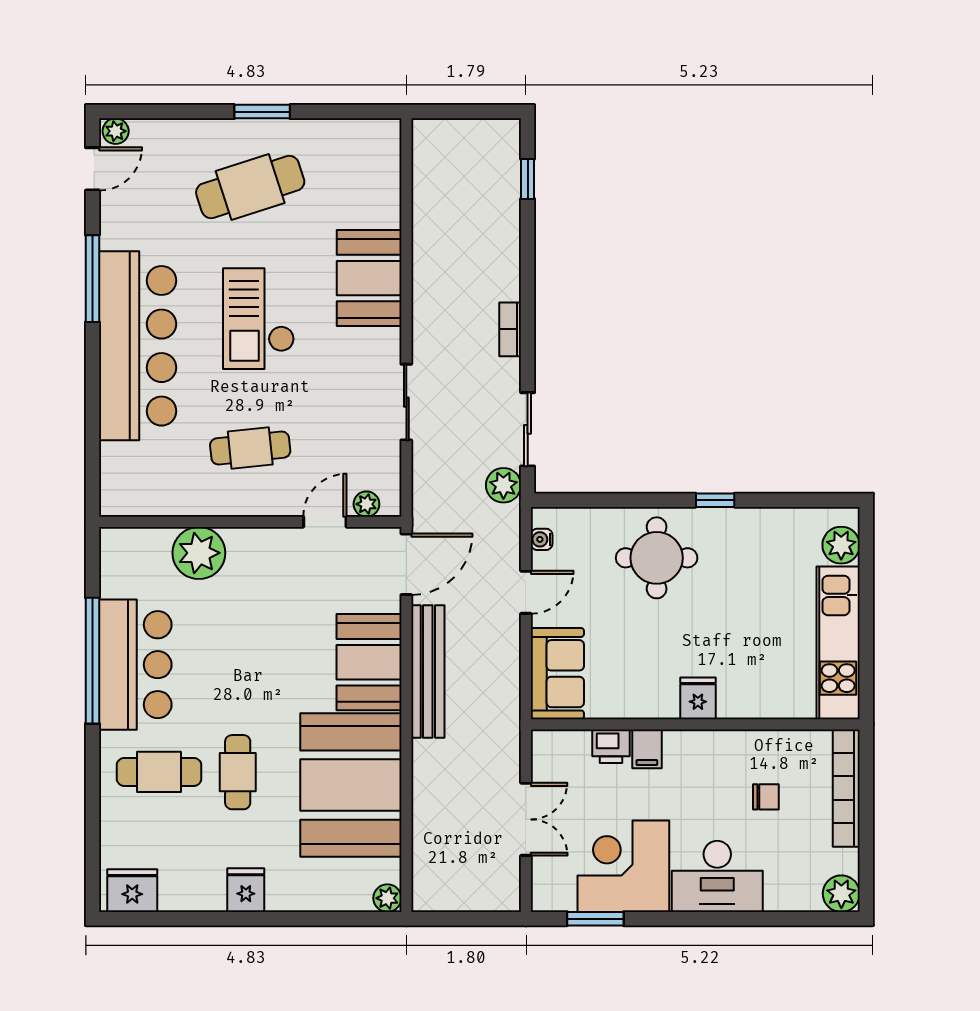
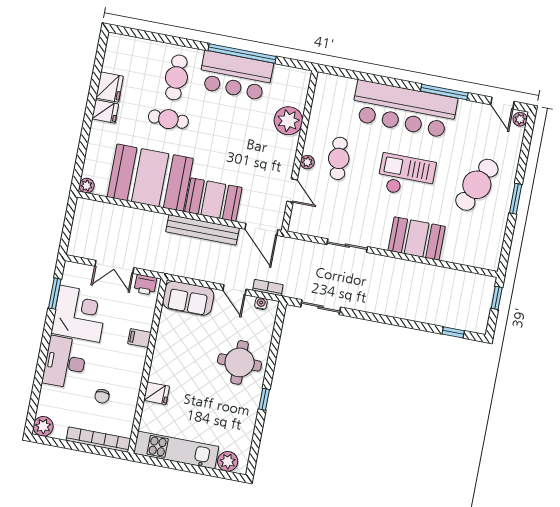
window: (450, 112) -> (497, 298), added
cafe table: (250, 187) -> (477, 185), turned 42
bookcase: (510, 329) -> (268, 287), moved
plant: (503, 485) -> (293, 289), removed
plant: (366, 504) -> (307, 162), moved
fridge: (698, 698) -> (157, 393), moved
printer: (611, 746) -> (145, 285), moved, turned -90
fridge: (132, 891) -> (110, 87), moved

